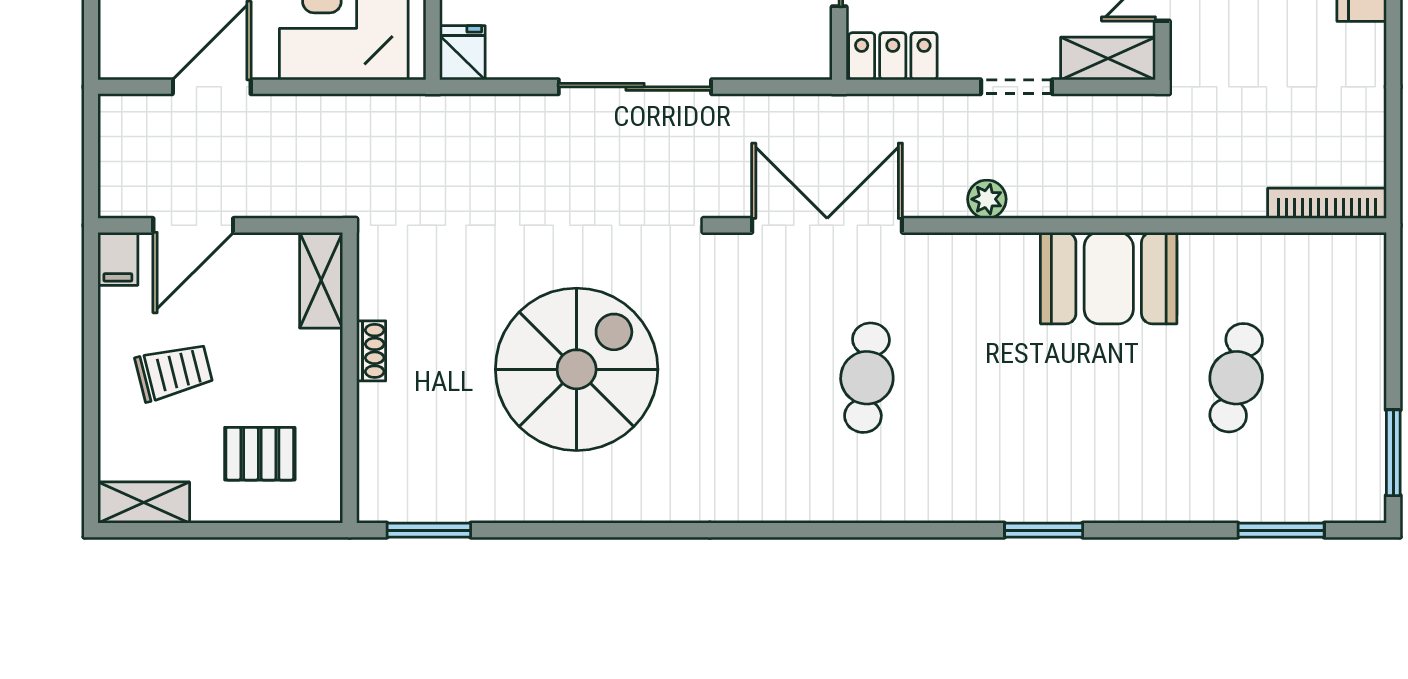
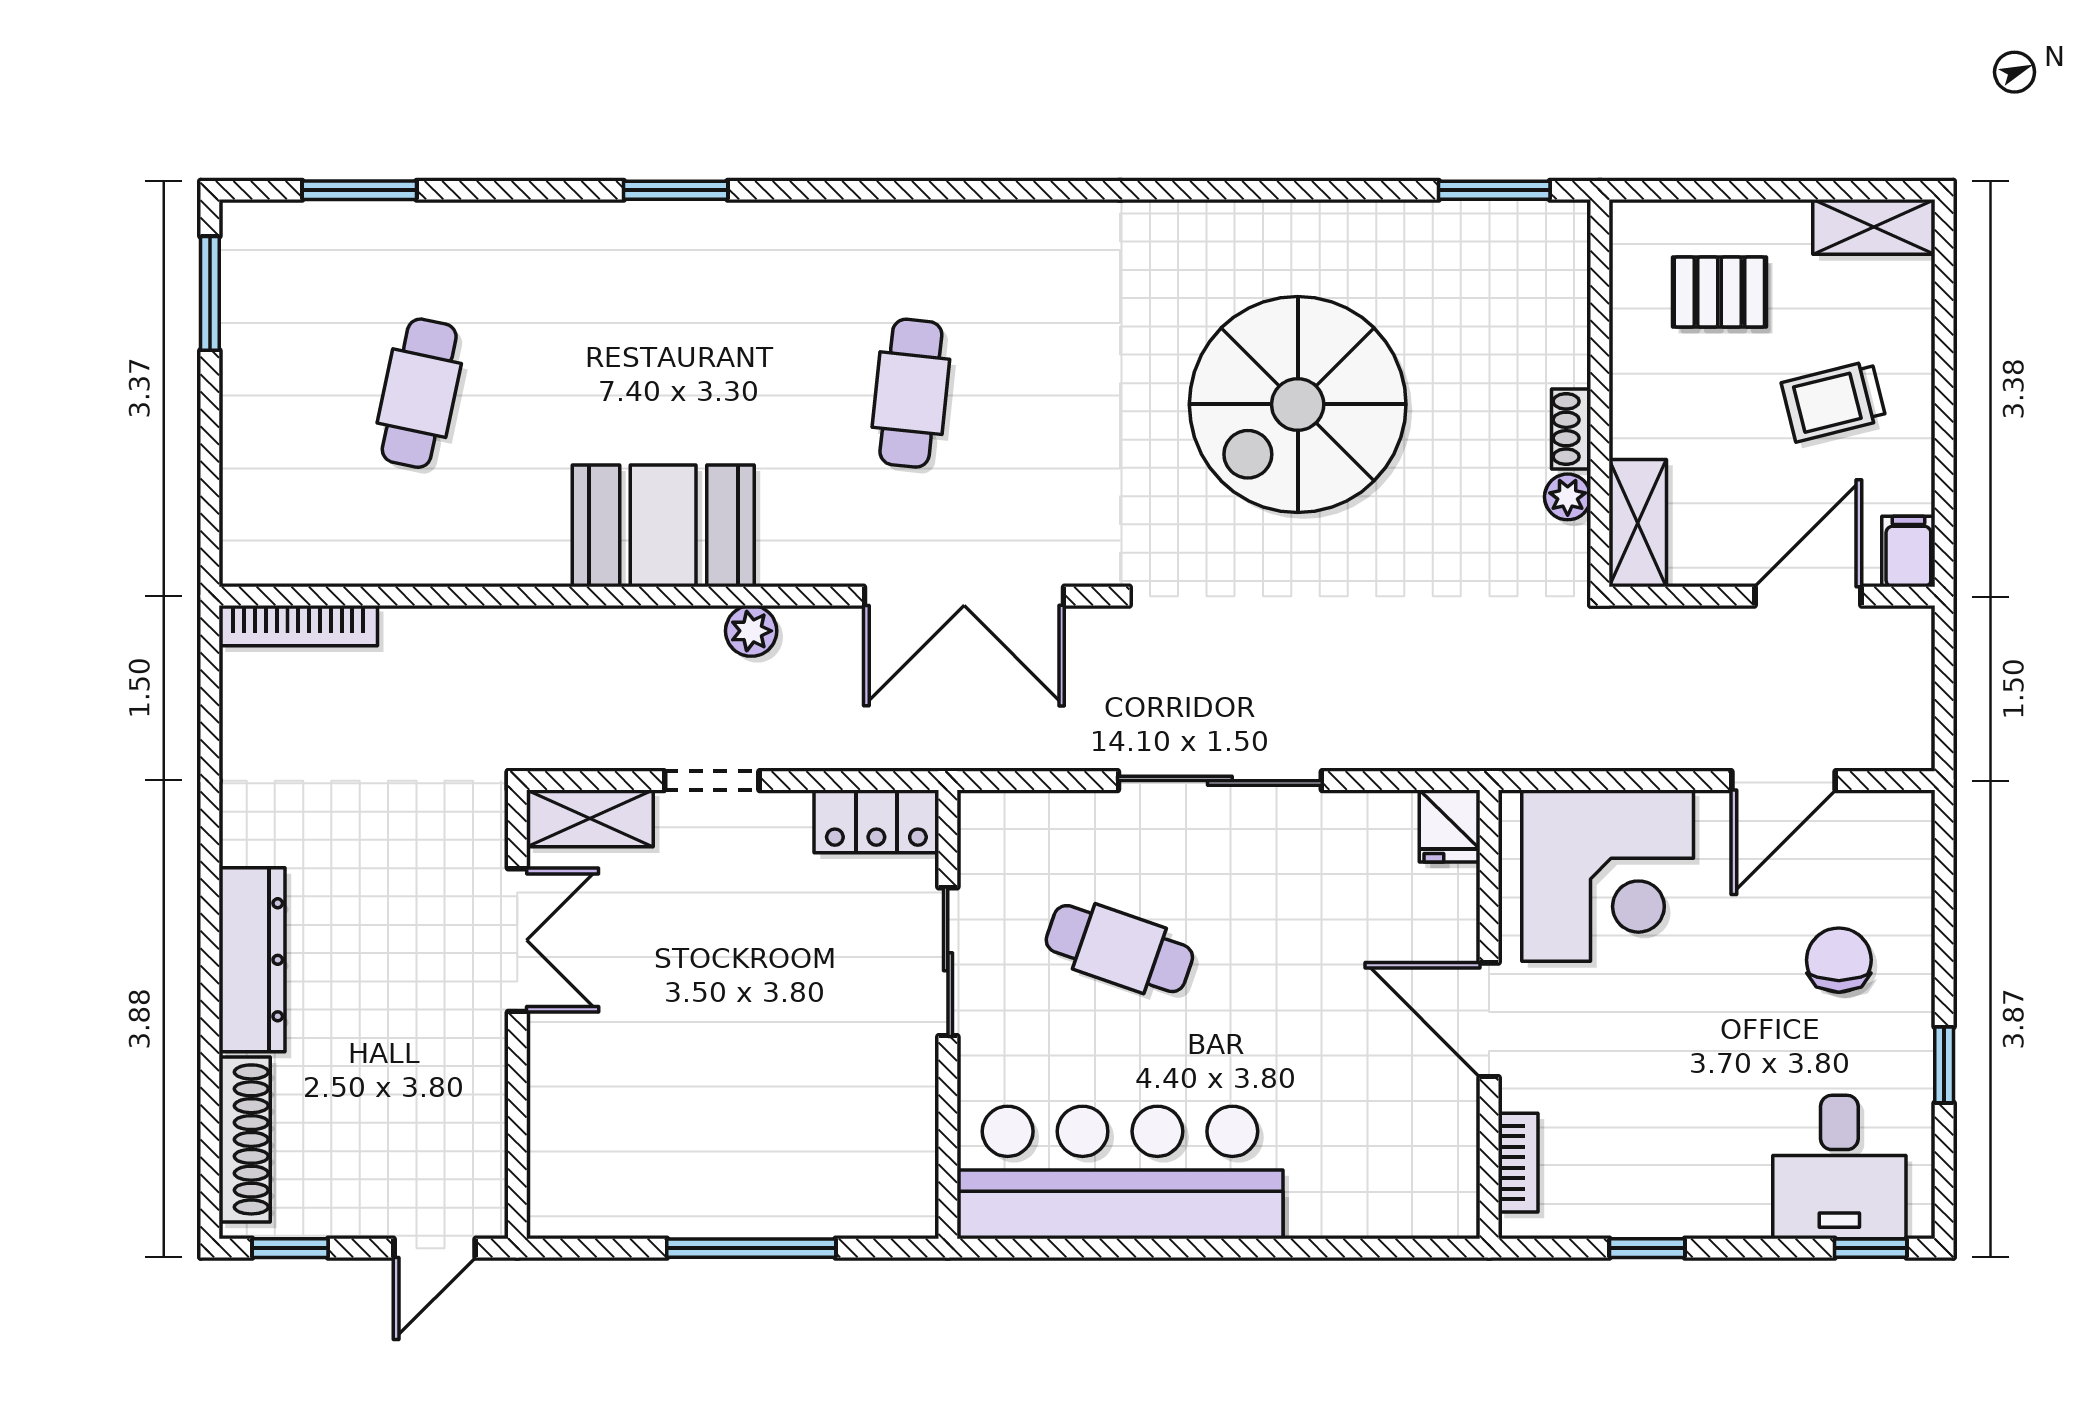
booth: (1109, 278) -> (663, 526), moved
plant: (374, 300) -> (1568, 497), added

